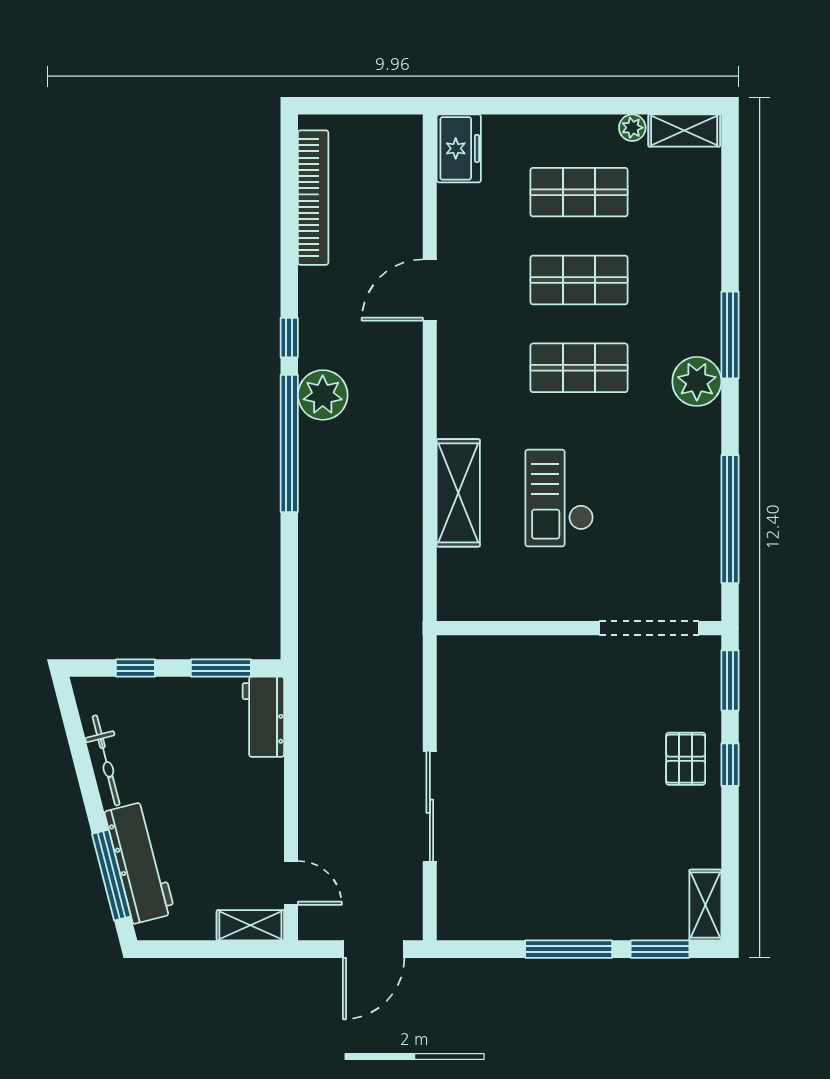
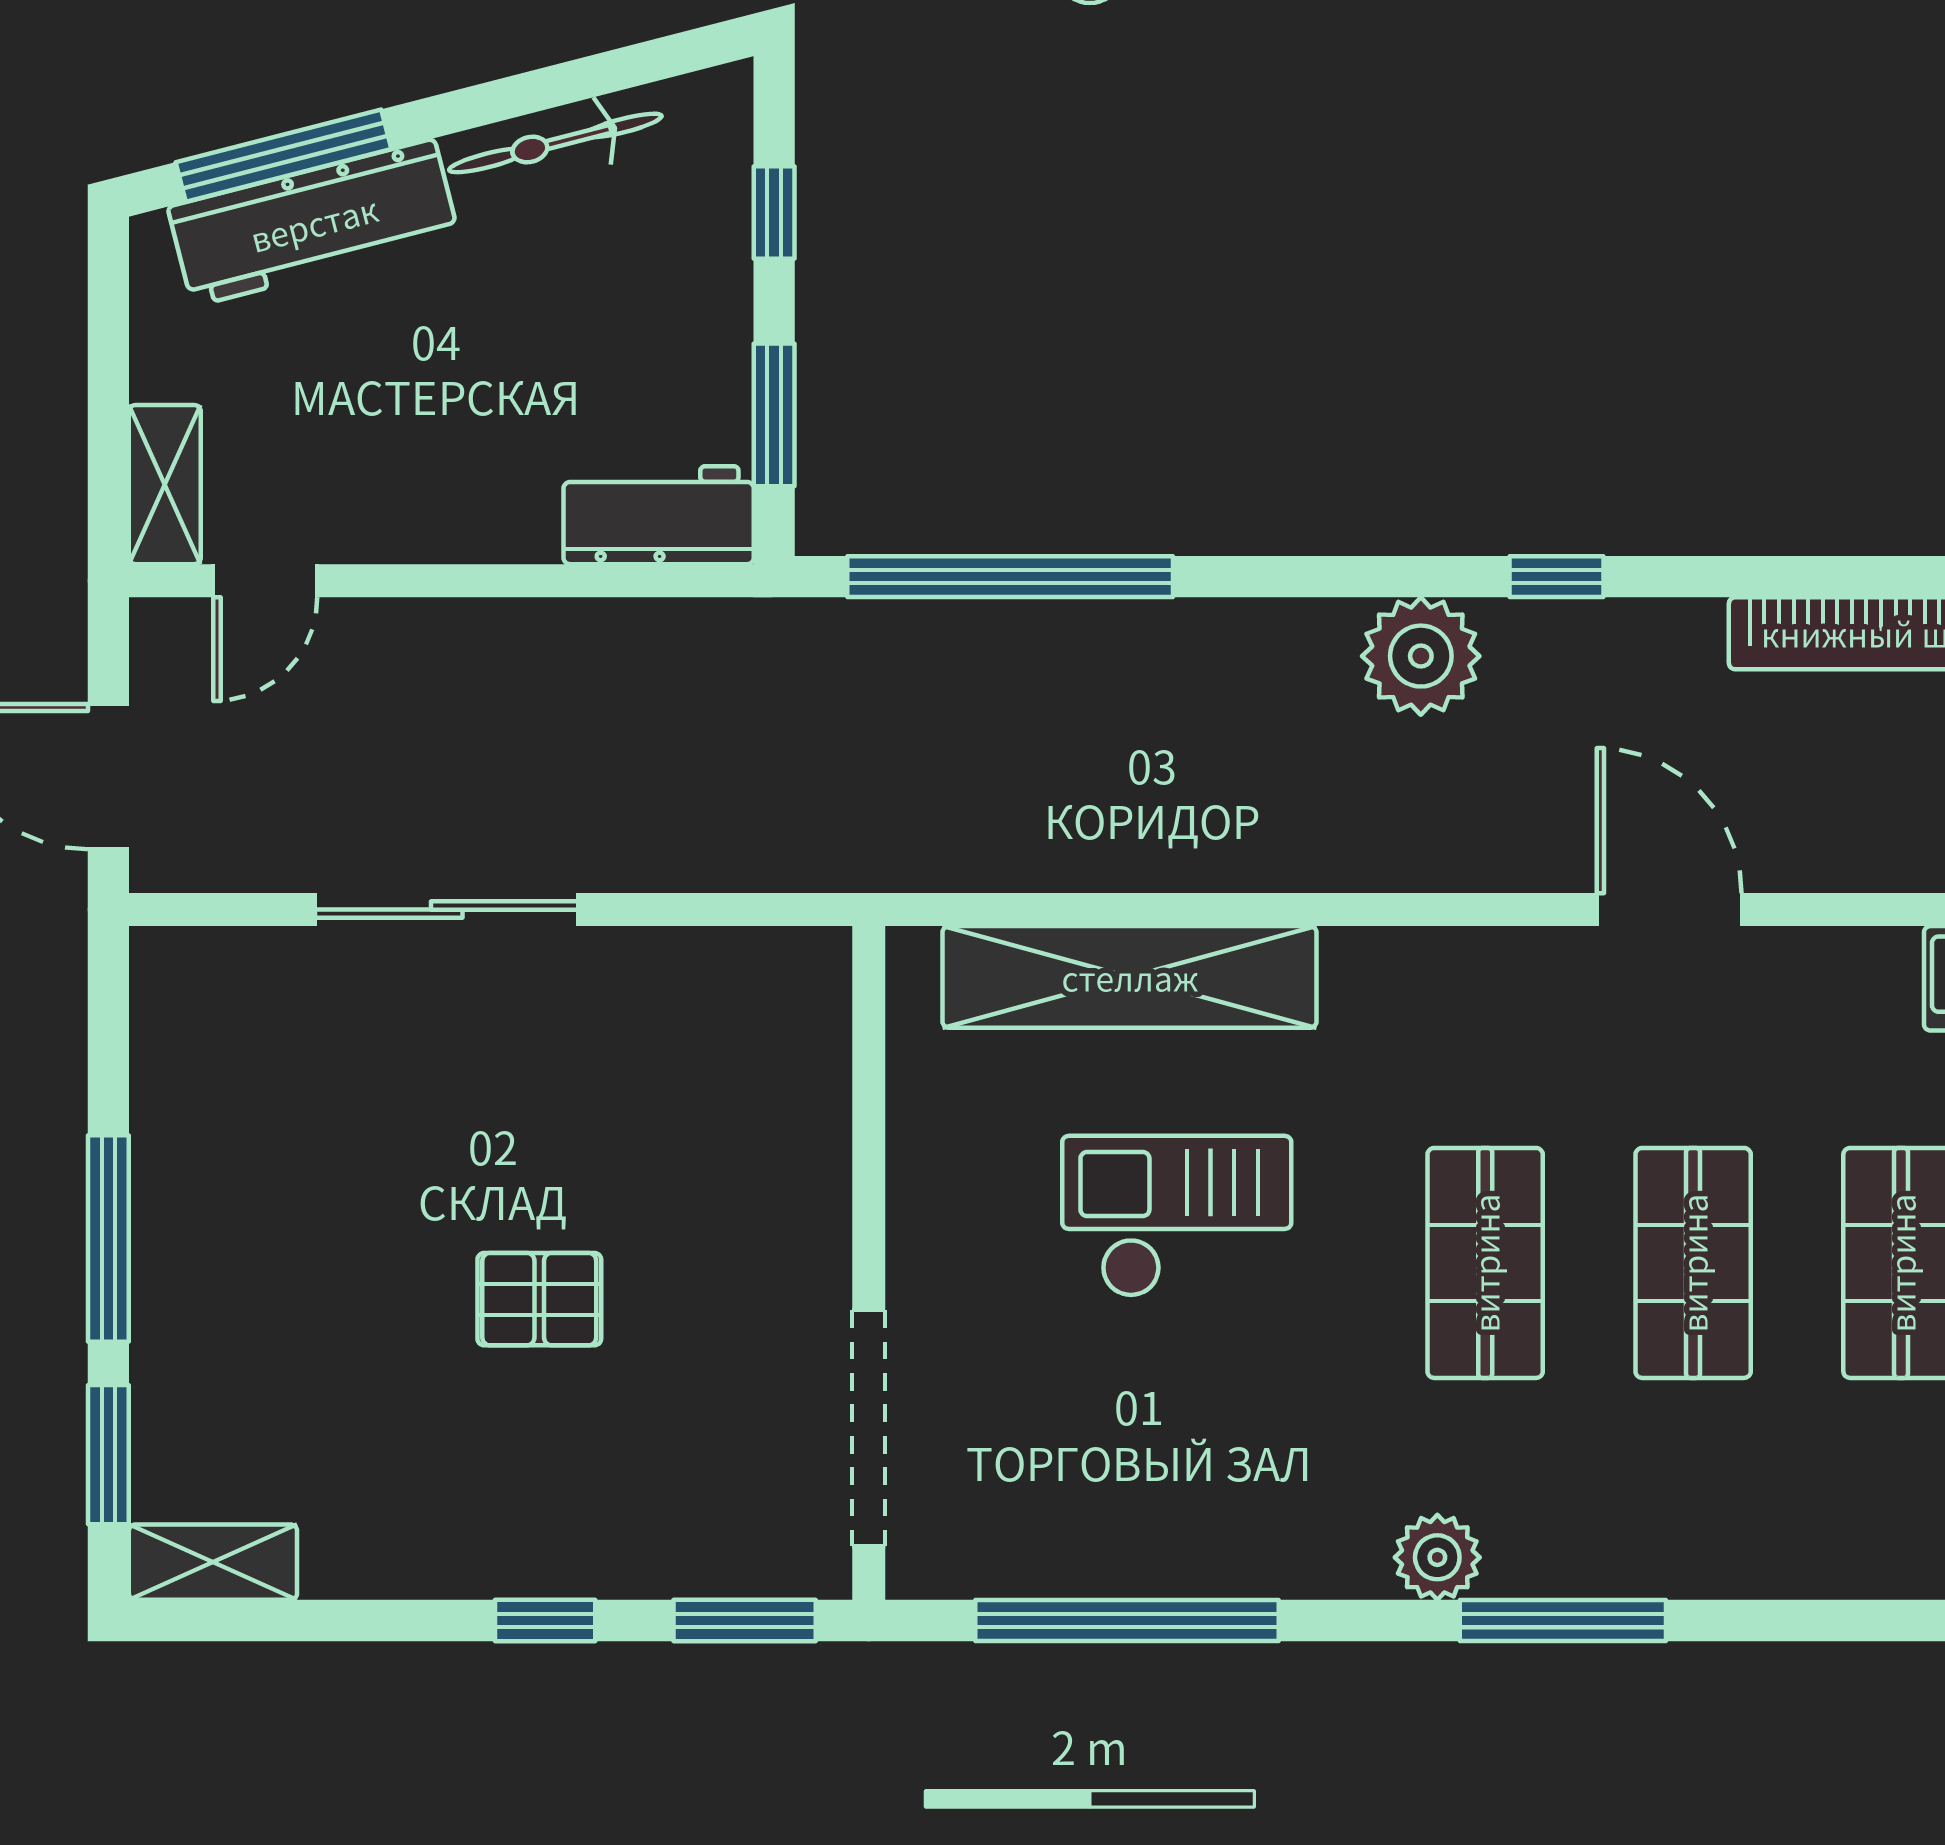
plant: (697, 381) -> (1437, 1557), width x0.73, depth x0.73
window: (289, 443) -> (1010, 577), moved
shelving: (458, 493) -> (1130, 977), width x1.47
pallet: (686, 759) -> (539, 1299), moved

